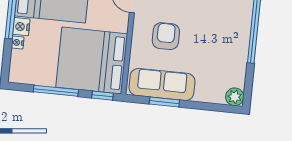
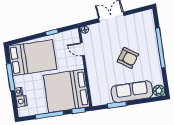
nightstand: (21, 27) -> (21, 101), moved
armchair: (166, 36) -> (128, 58), moved, turned 124
sofa: (162, 84) -> (132, 92), moved

